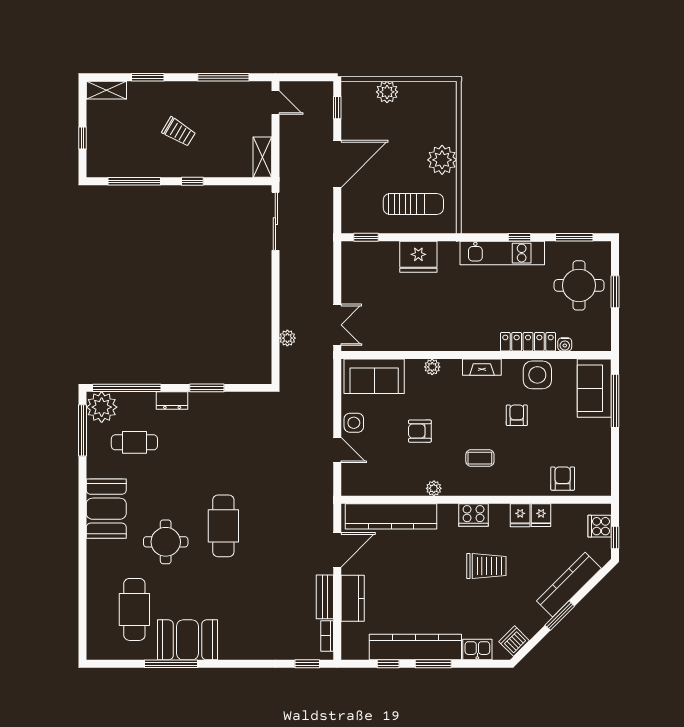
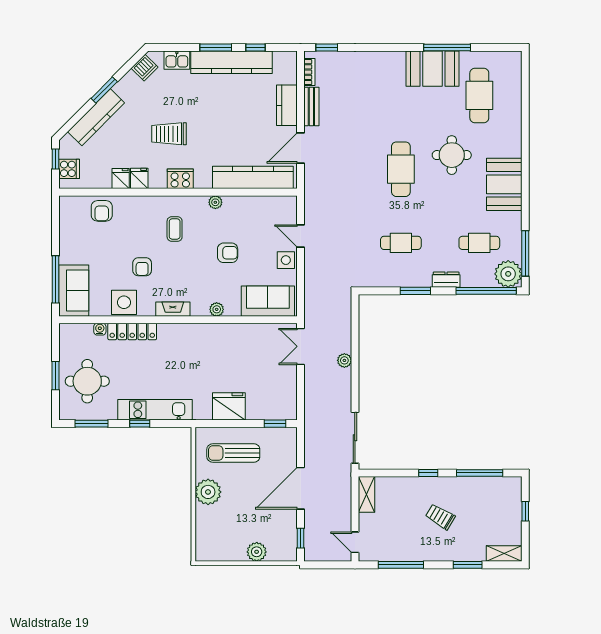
plant: (287, 338) -> (344, 360), moved
cafe table: (223, 442) -> (401, 243), added
coffee table: (480, 458) -> (175, 229), turned 90

